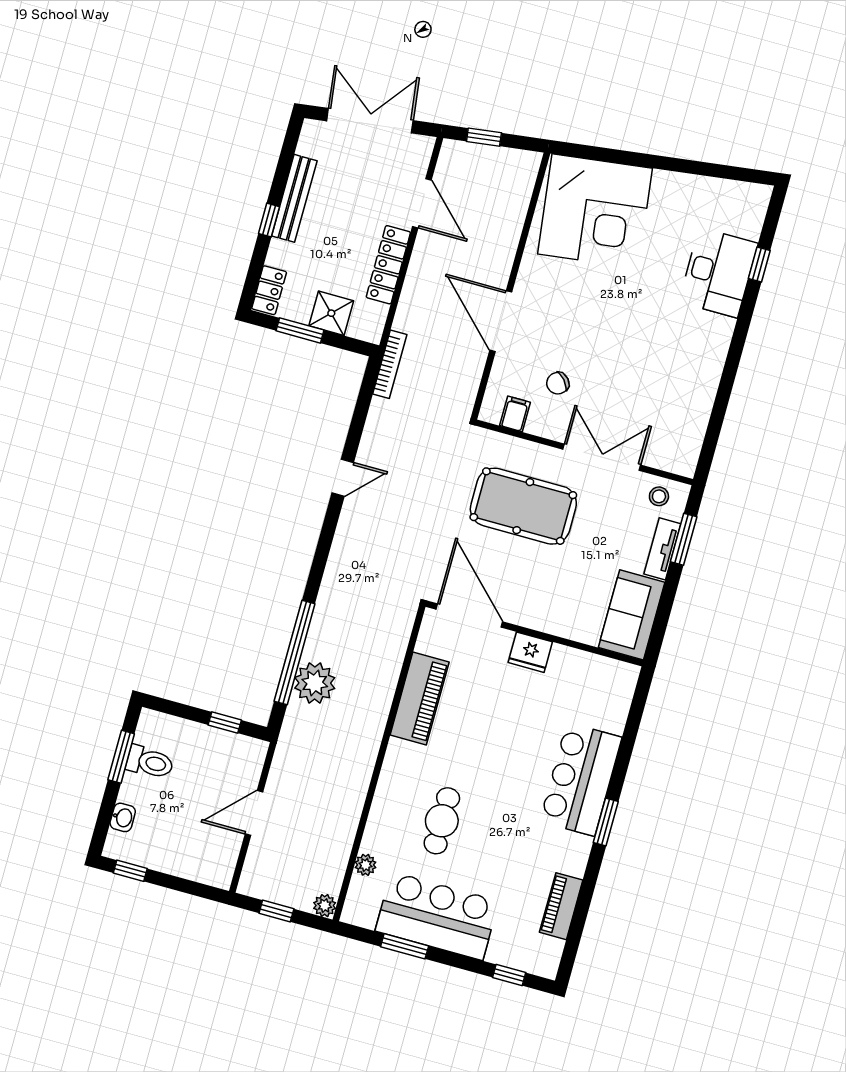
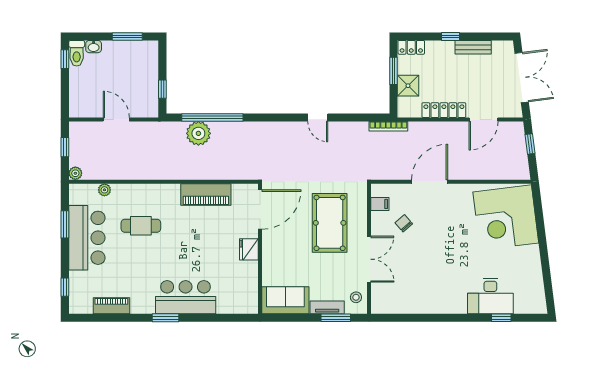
bench: (294, 198) -> (473, 47), width x0.73
toilet: (150, 762) -> (77, 53), moved

